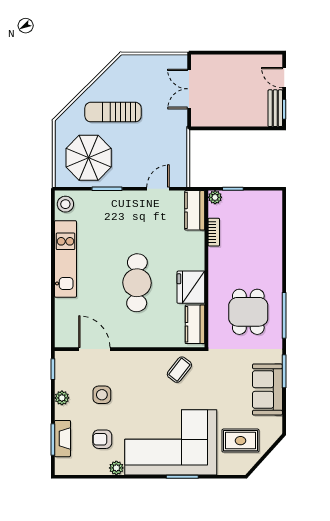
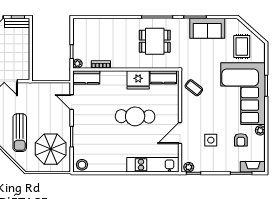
kitchen unit: (65, 259) -> (153, 165), moved
door: (94, 349) -> (180, 133), moved
plant: (62, 398) -> (189, 167), moved
fireplace: (62, 439) -> (253, 167), moved

